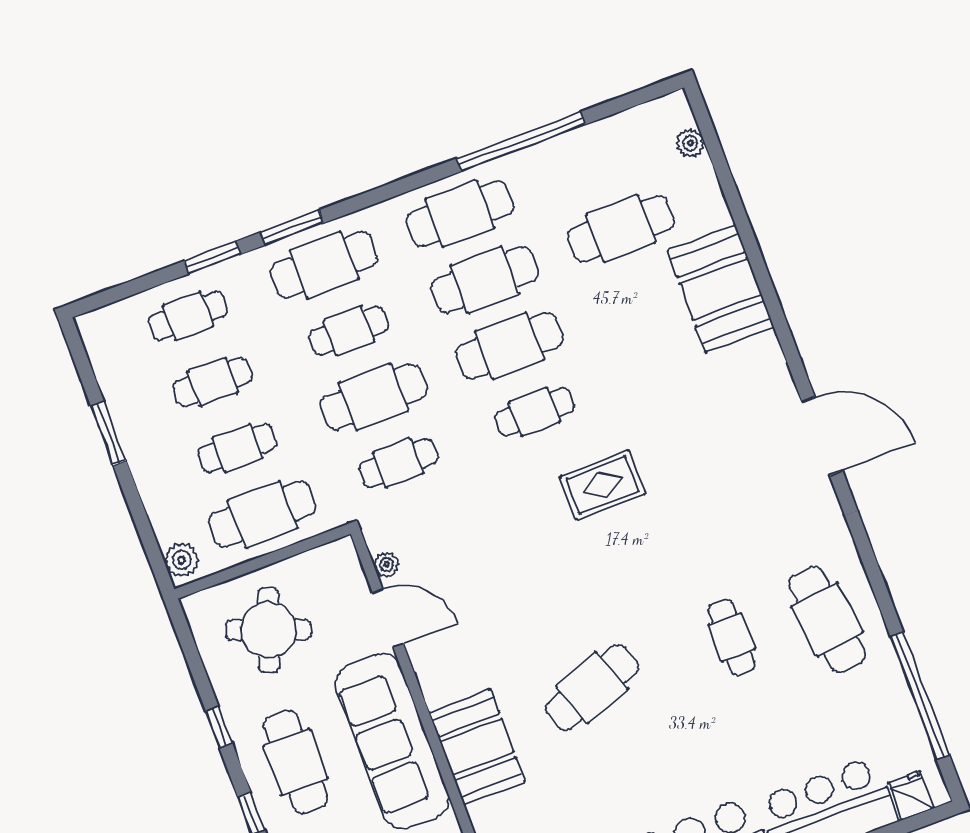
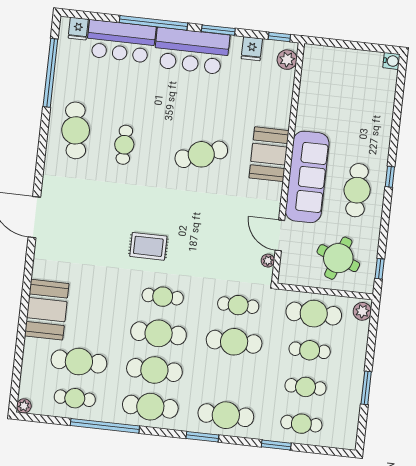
plant: (690, 143) -> (24, 406), moved
window: (292, 228) -> (202, 437), moved
cafe table: (349, 331) -> (75, 398), moved
window: (219, 727) -> (380, 269), moved

